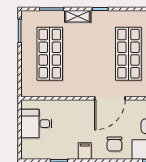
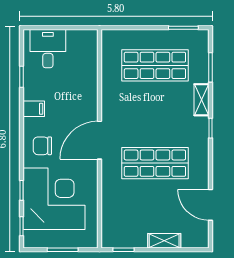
door: (110, 98) -> (99, 140), hinge flipped
desk: (36, 124) -> (48, 49), moved

